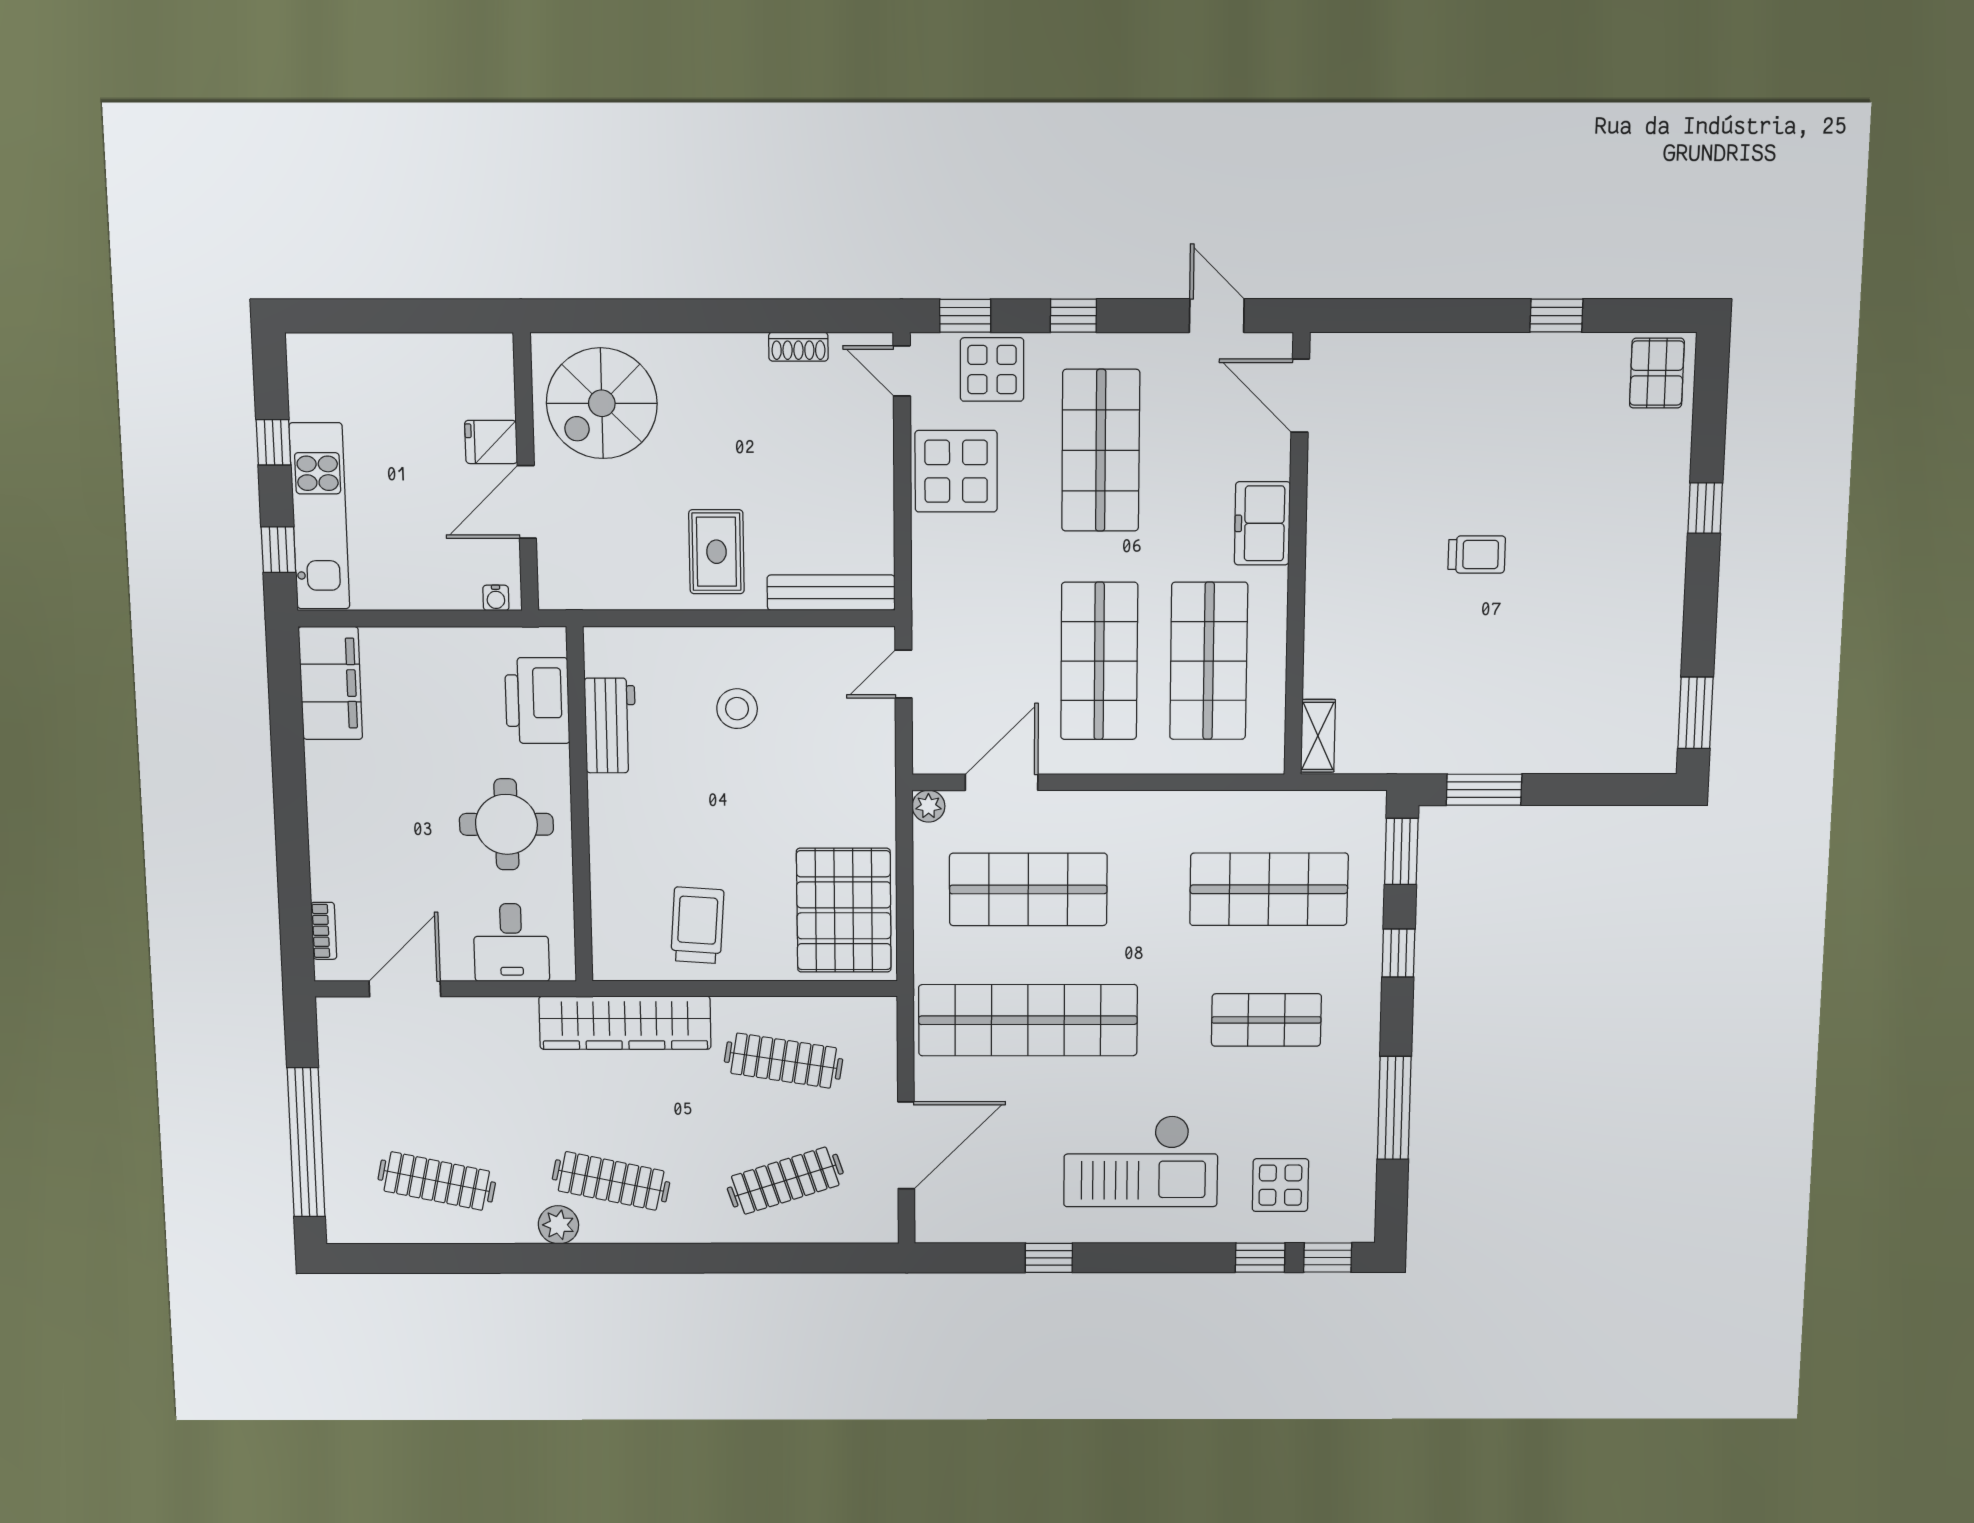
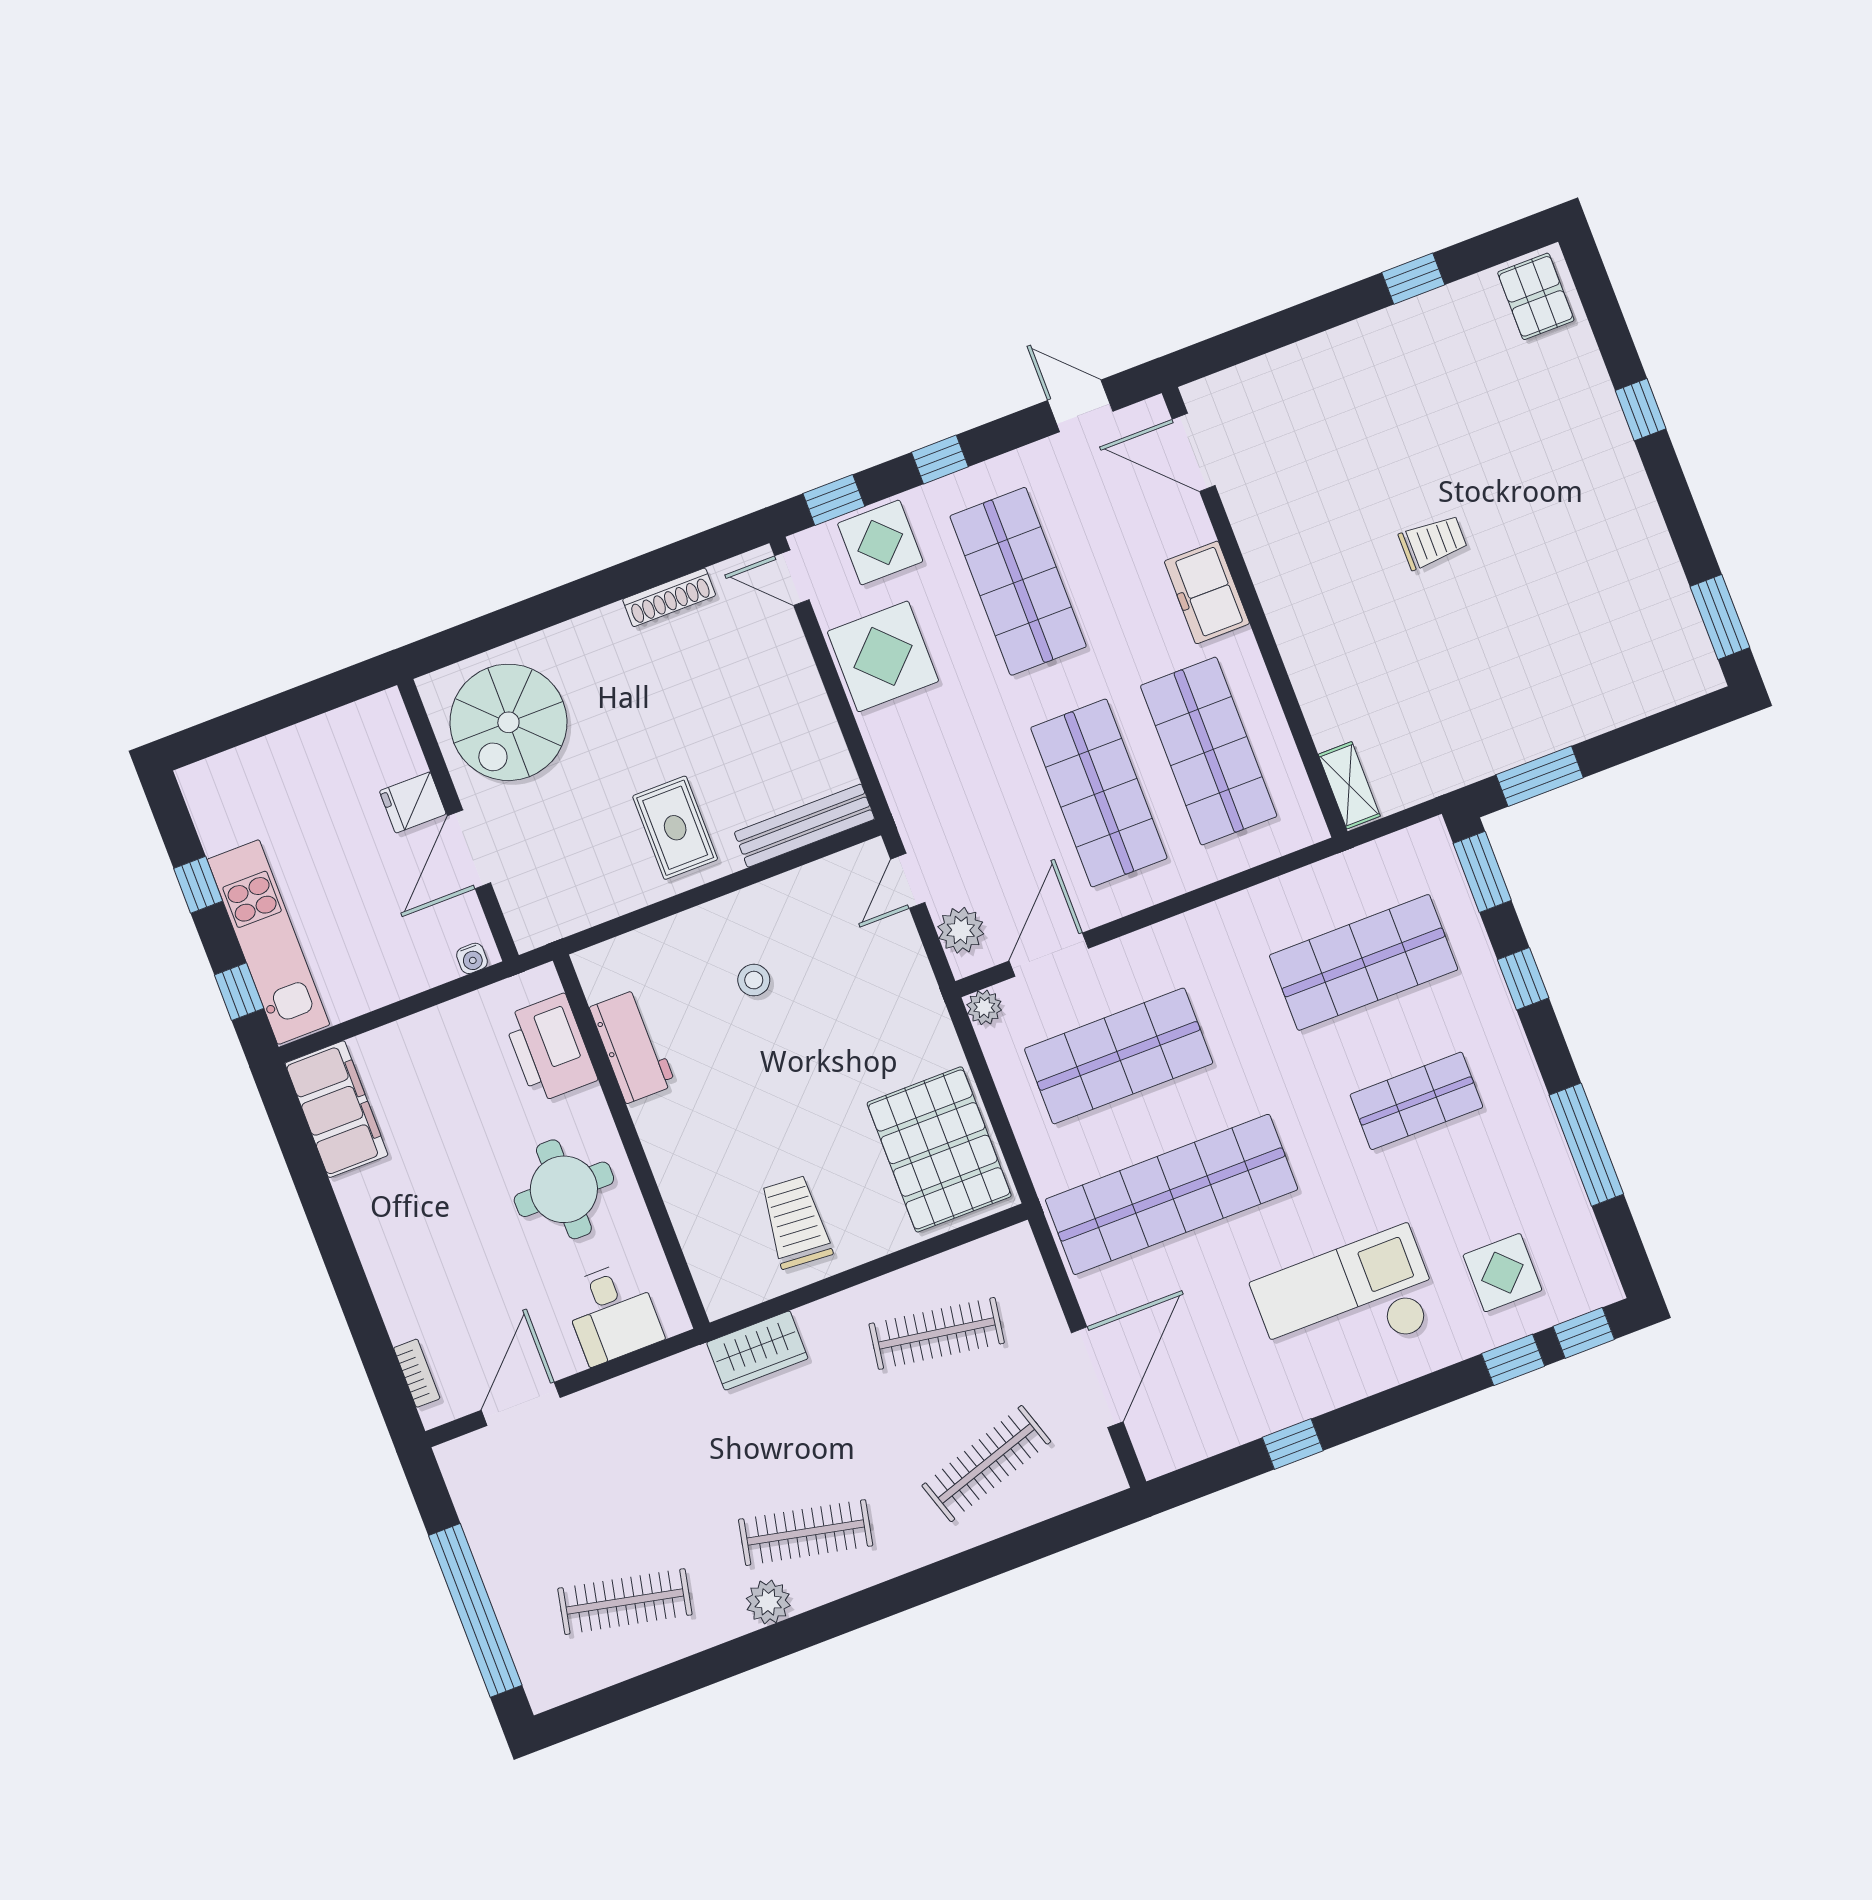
shoe rack: (798, 347) -> (669, 597), width x1.43
stool: (737, 709) -> (754, 980), width x0.73, depth x0.73
plant: (933, 733) -> (961, 930), added
wardrobe: (625, 1023) -> (757, 1351), width x0.48, depth x0.85
checkout: (1141, 1161) -> (1347, 1302), turned 180

